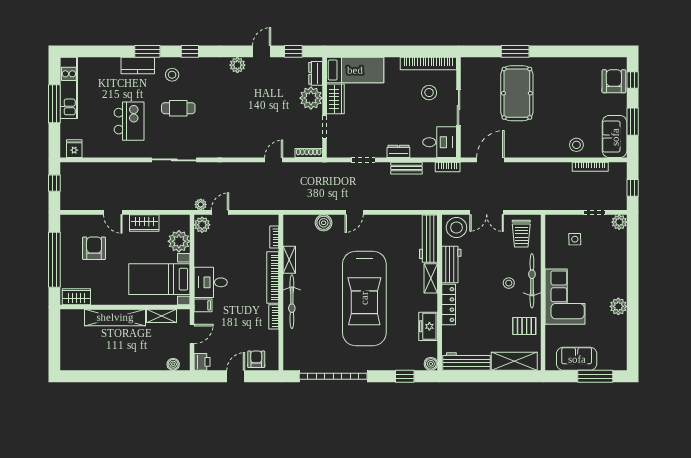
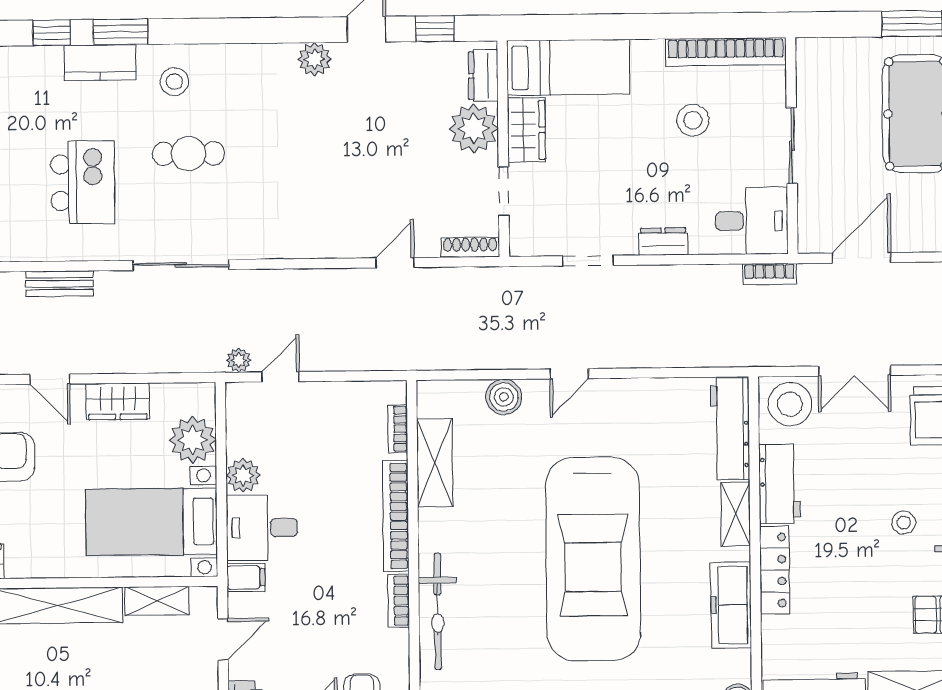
window: (190, 51) -> (52, 33), moved
stool: (429, 93) -> (693, 120), moved
bench: (407, 168) -> (59, 284), moved
plant: (202, 225) -> (243, 475), moved
shelving: (289, 260) -> (435, 463), width x1.50, depth x1.33
bicycle: (292, 302) -> (438, 611), moved
freezer: (428, 326) -> (731, 605), width x1.40

